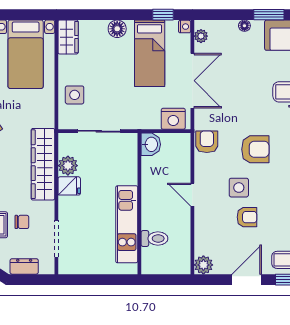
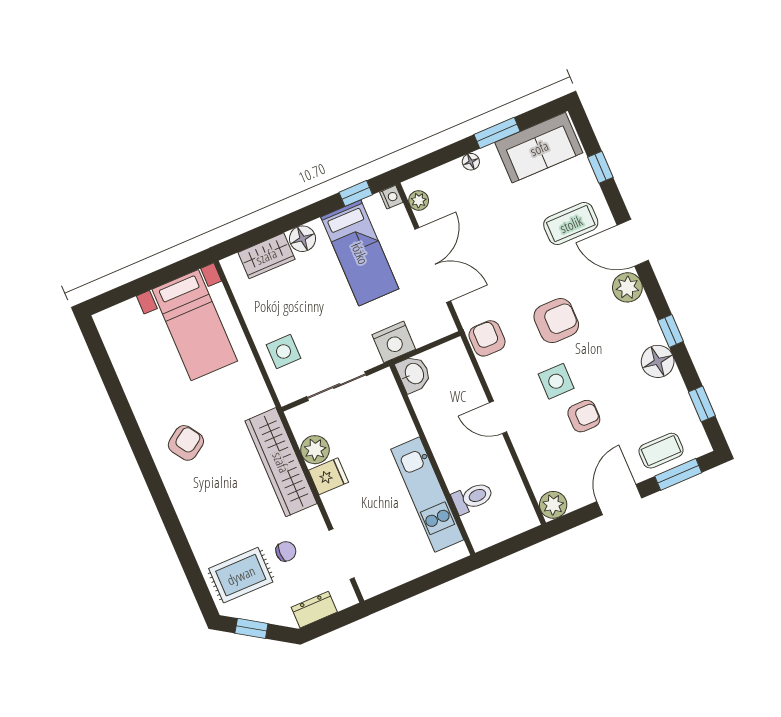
wardrobe: (68, 37) -> (266, 256), moved, turned 90
nightstand: (173, 119) -> (394, 342), moved

